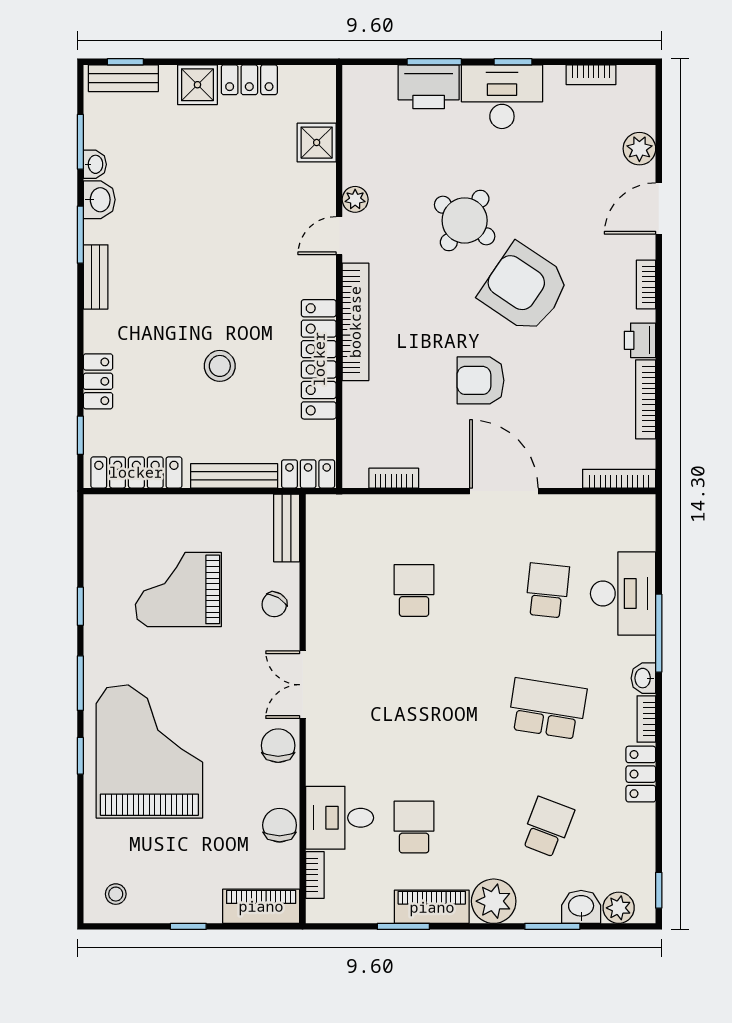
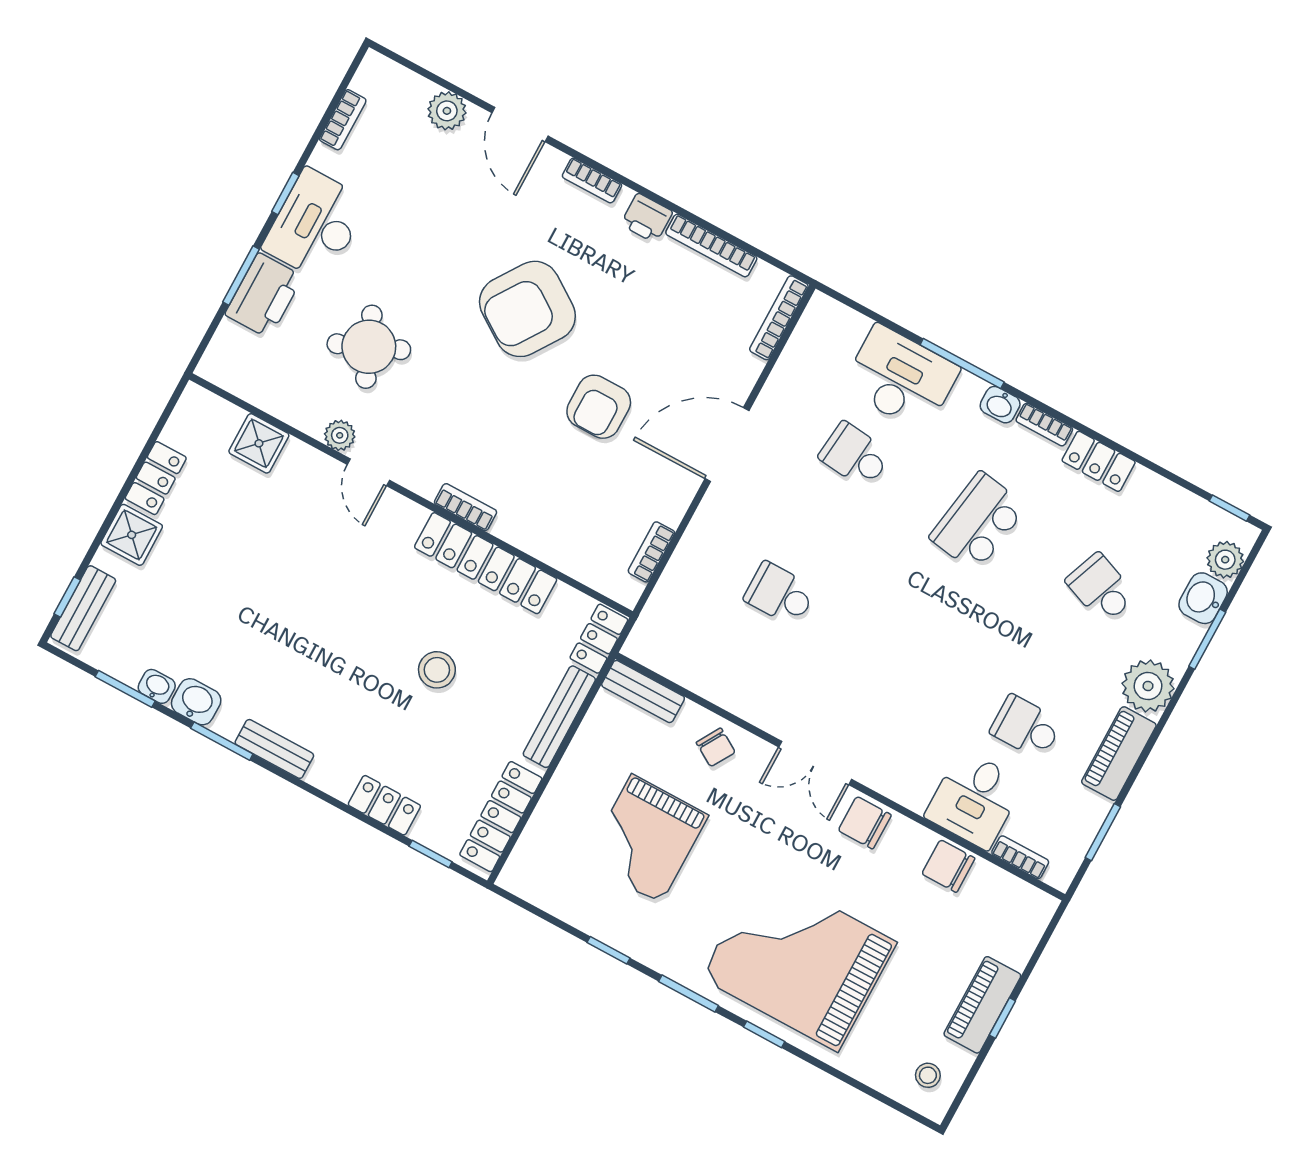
round table: (465, 220) -> (369, 347), moved, turned 31
bookcase: (355, 322) -> (466, 507), width x0.43, depth x0.76
piano: (261, 906) -> (982, 1005), moved
window: (403, 926) -> (1103, 832), moved

